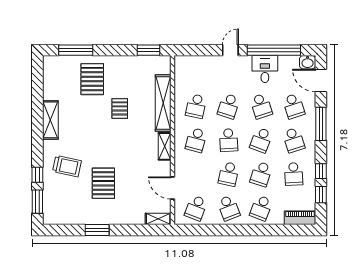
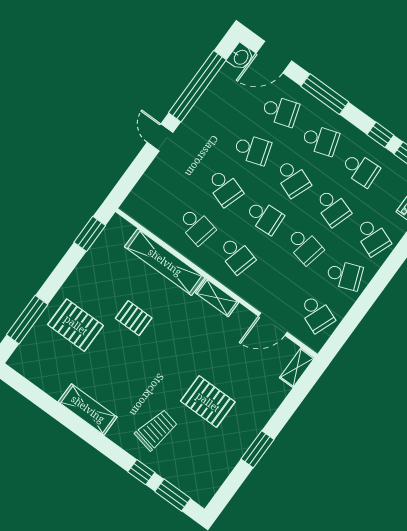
desk: (265, 69) -> (212, 113), removed

